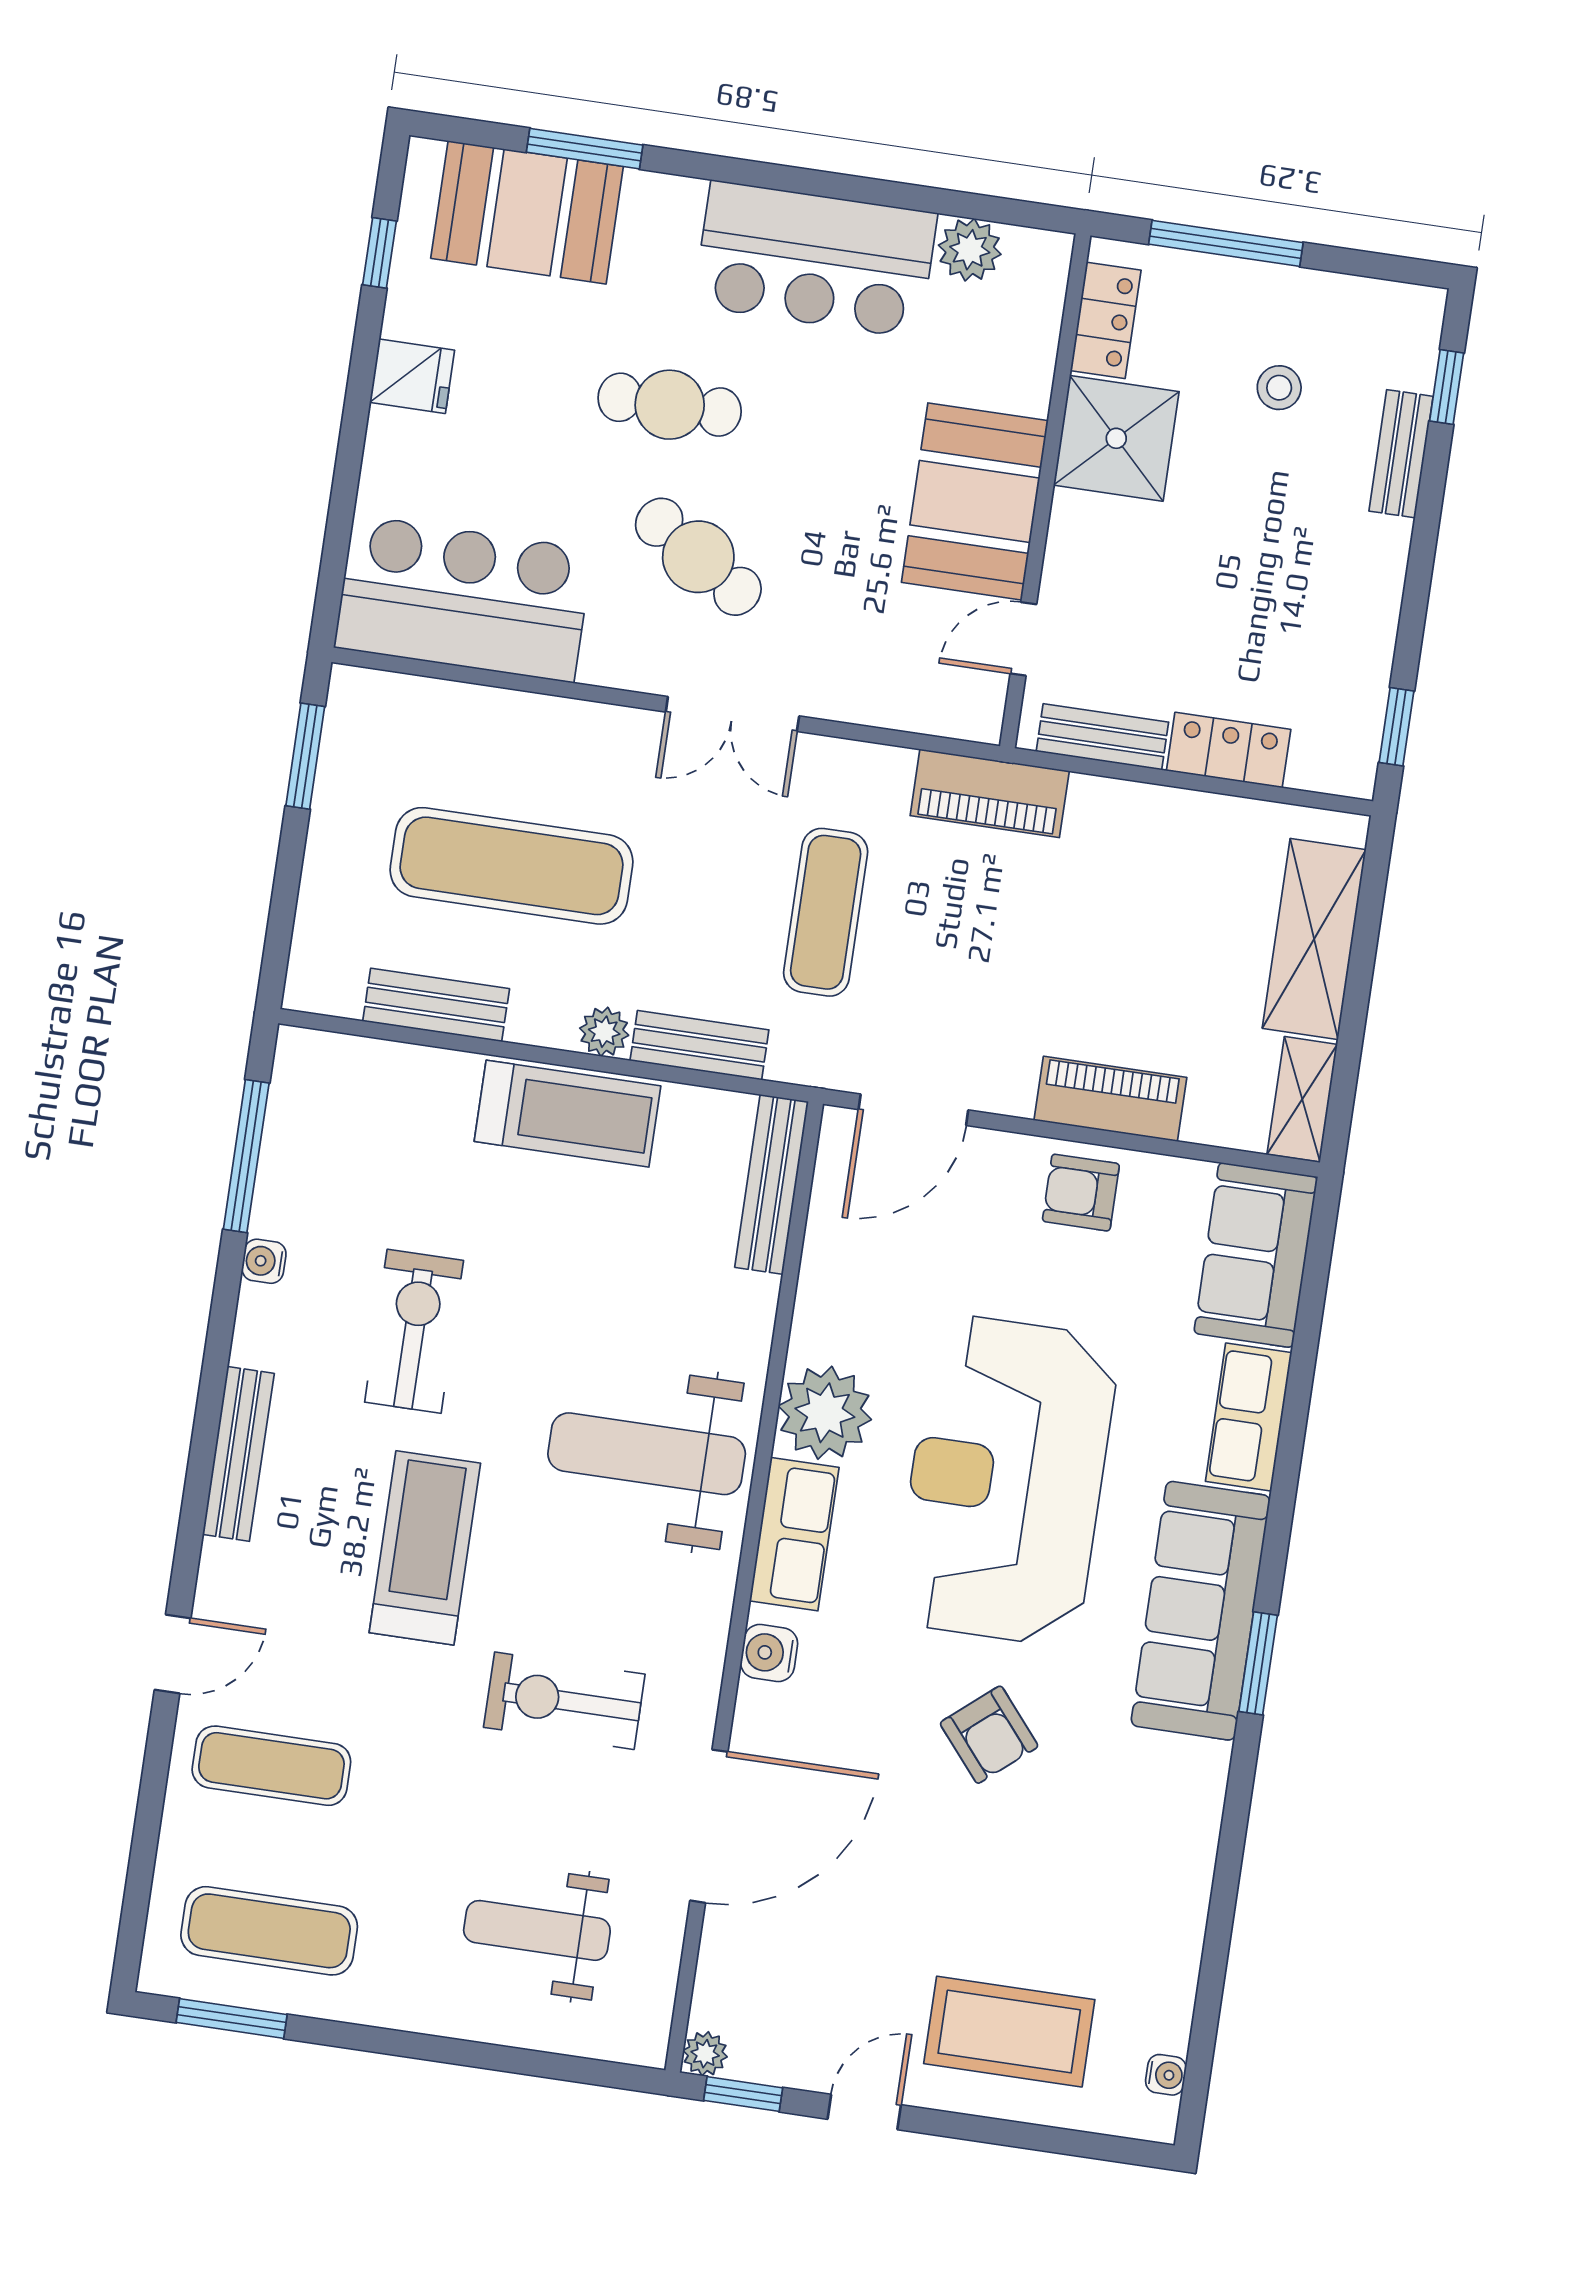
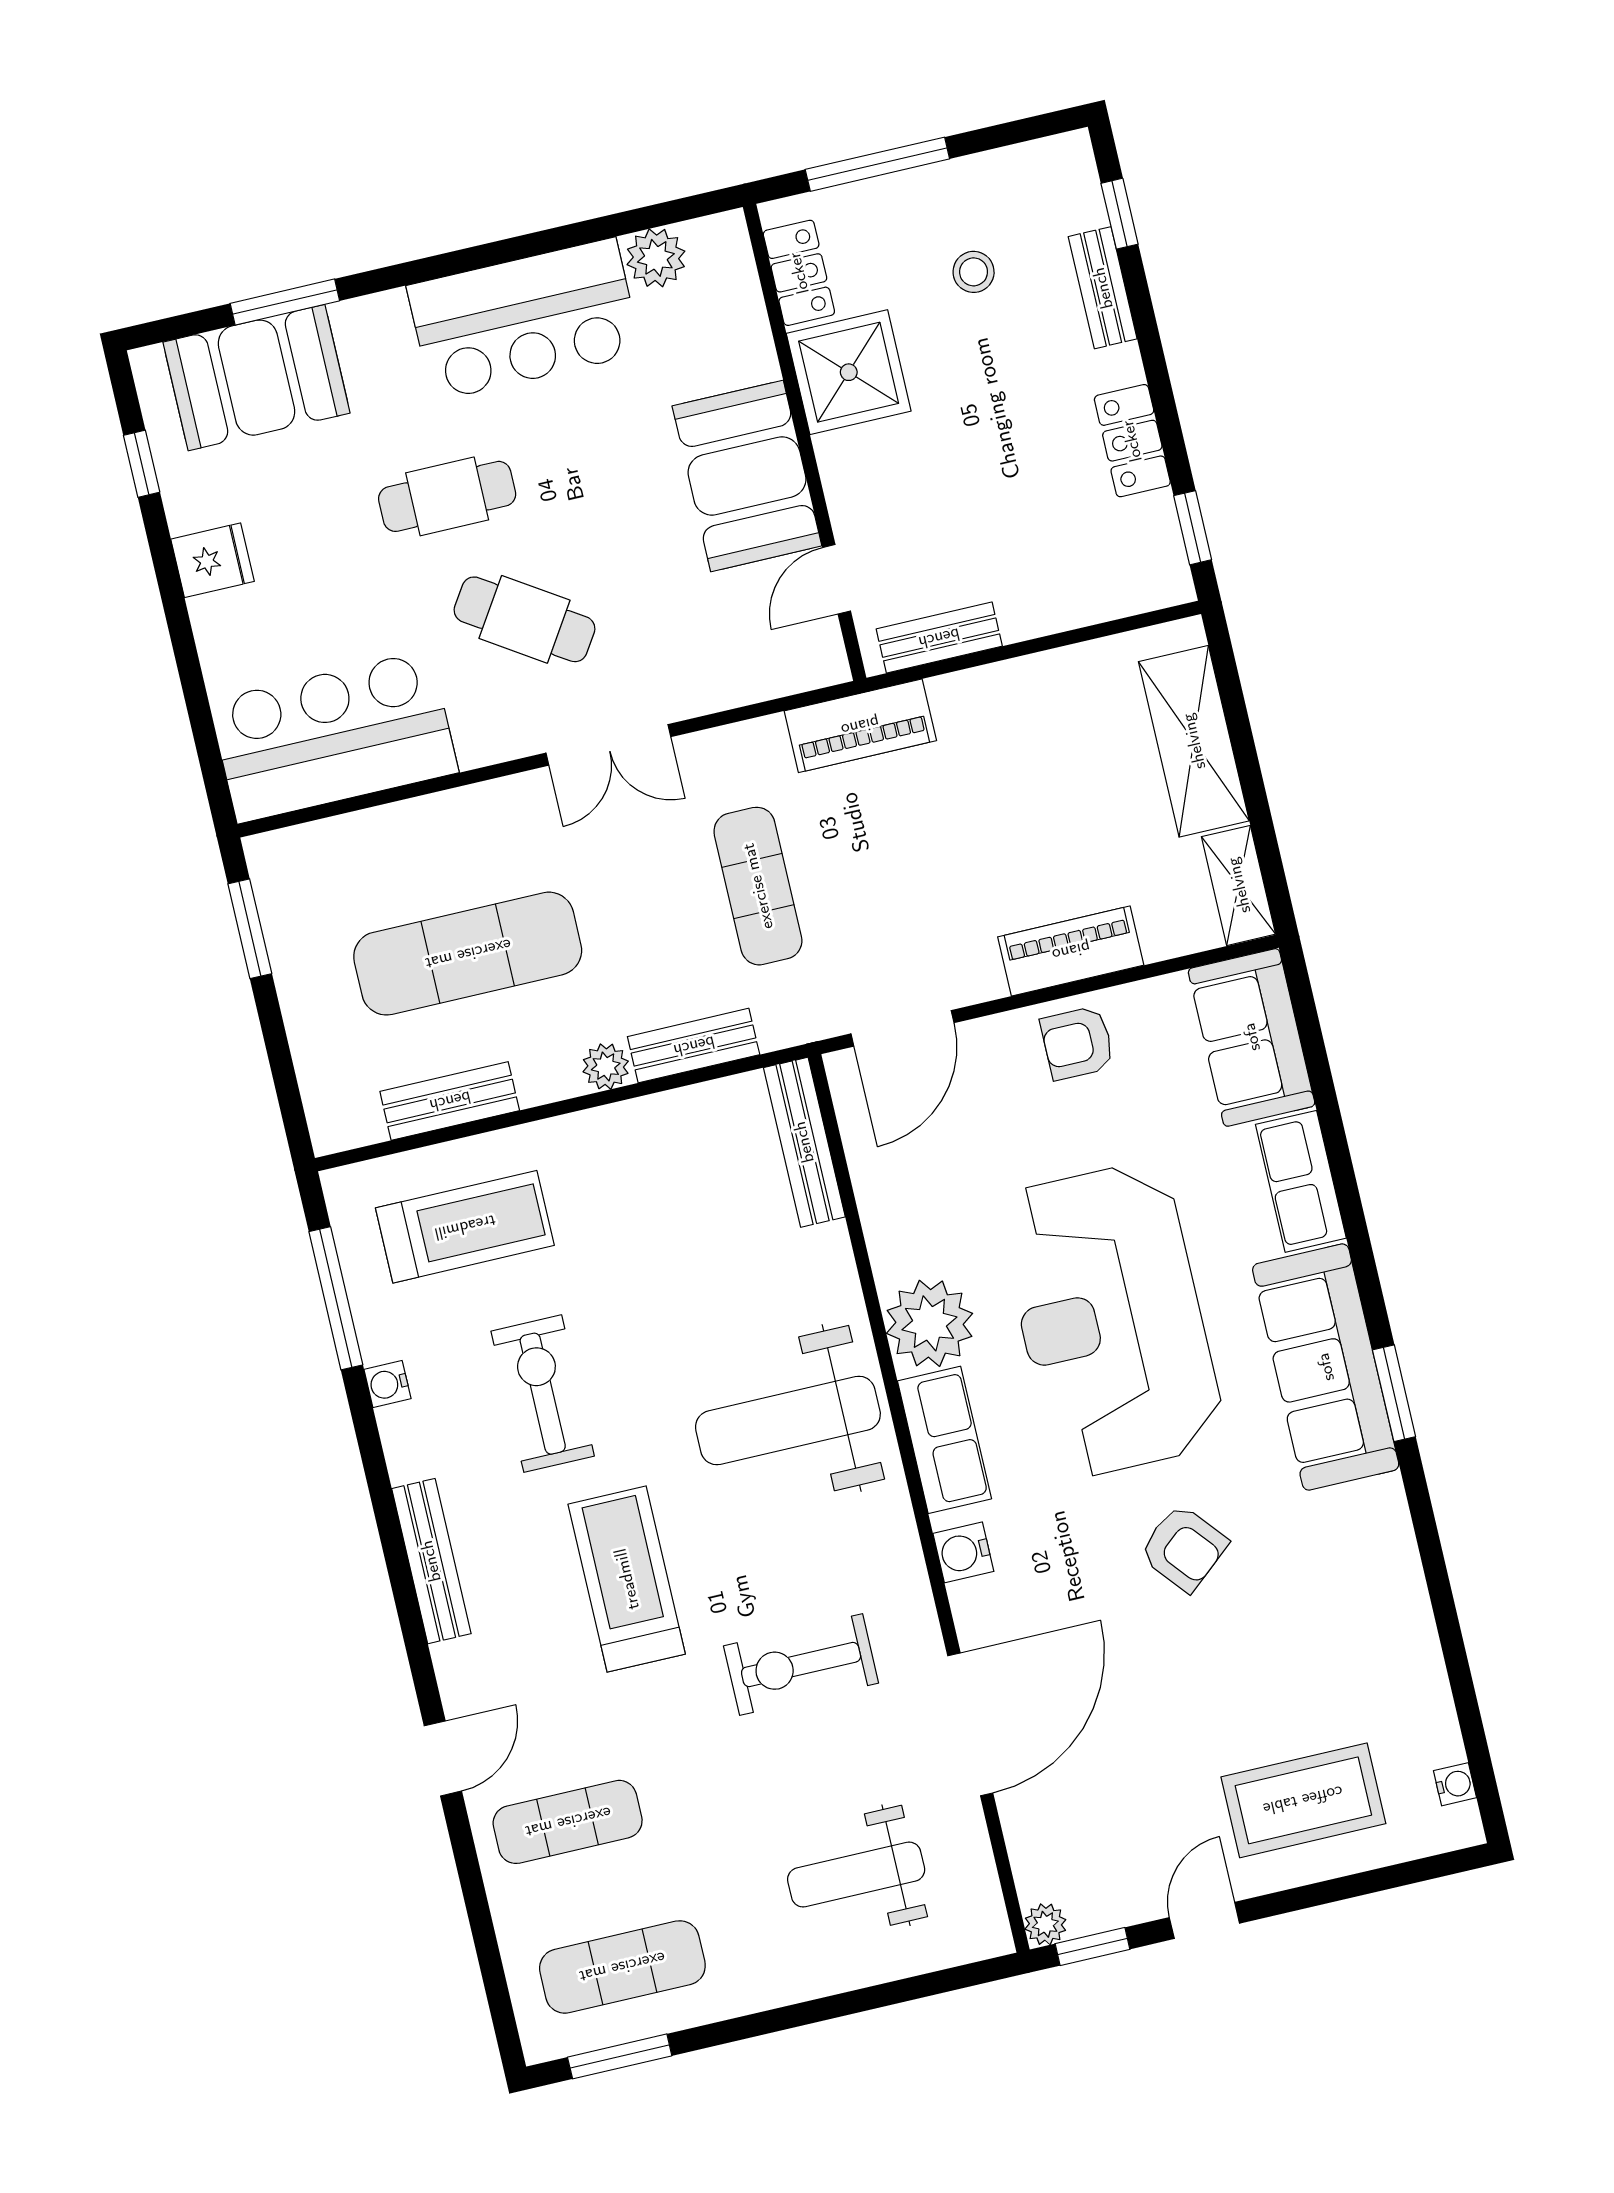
locker: (1229, 750) -> (1132, 441), moved, turned -90
treadmill: (568, 1114) -> (465, 1227), moved

